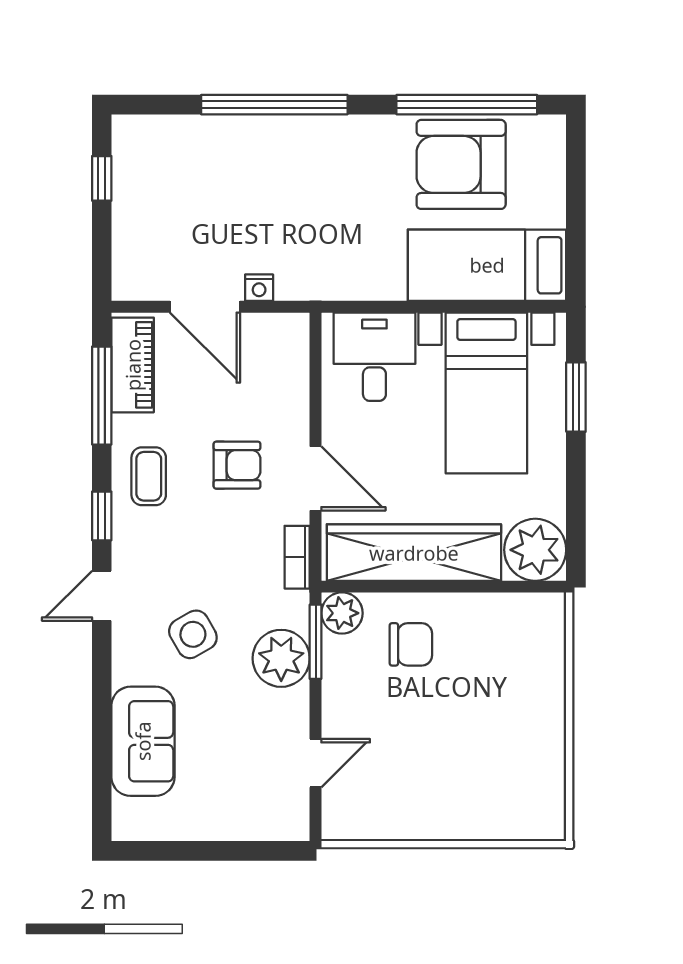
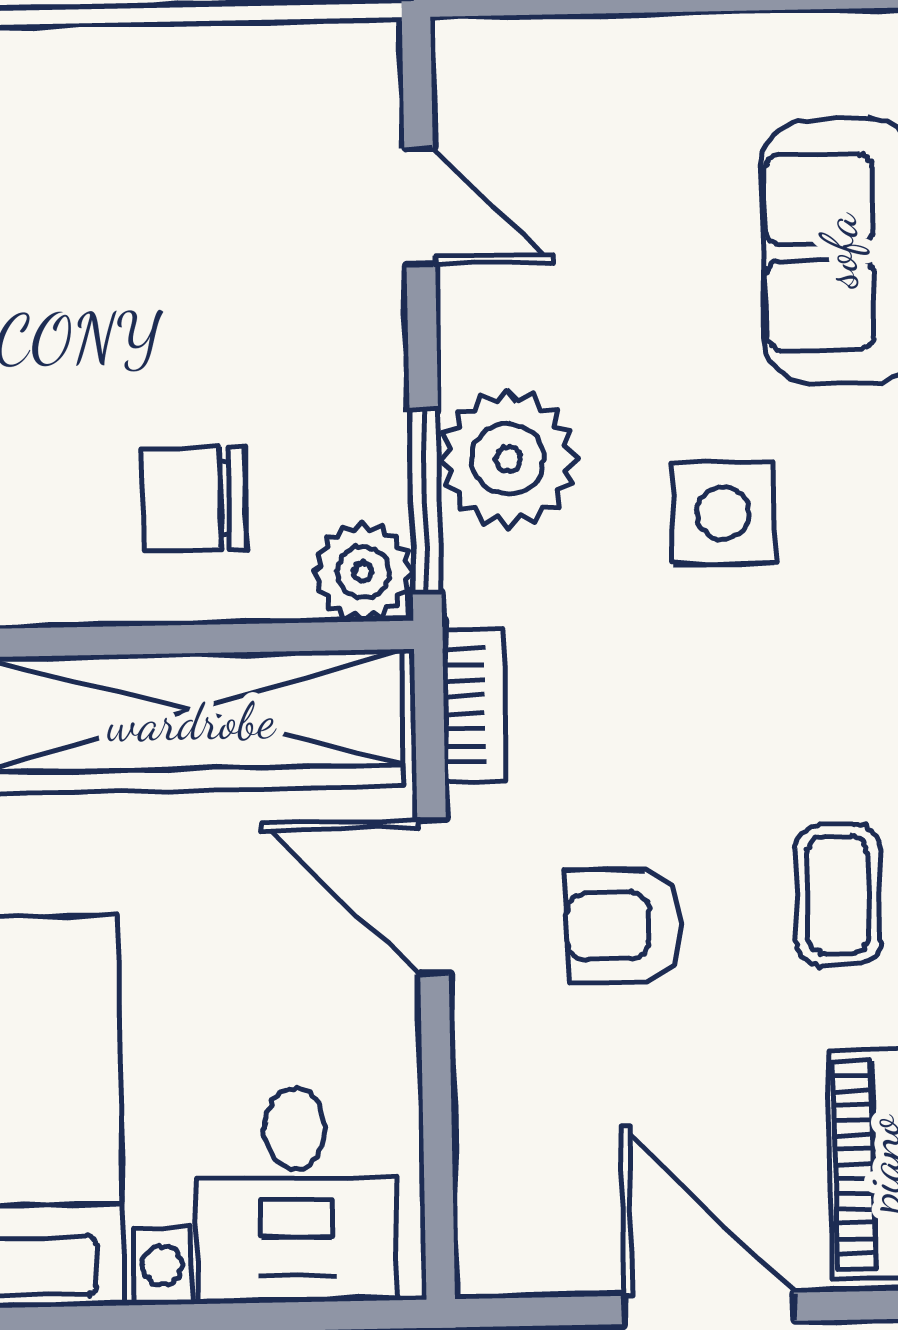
side table: (193, 634) -> (723, 513), turned 30
door: (316, 763) -> (420, 206), swing flipped

